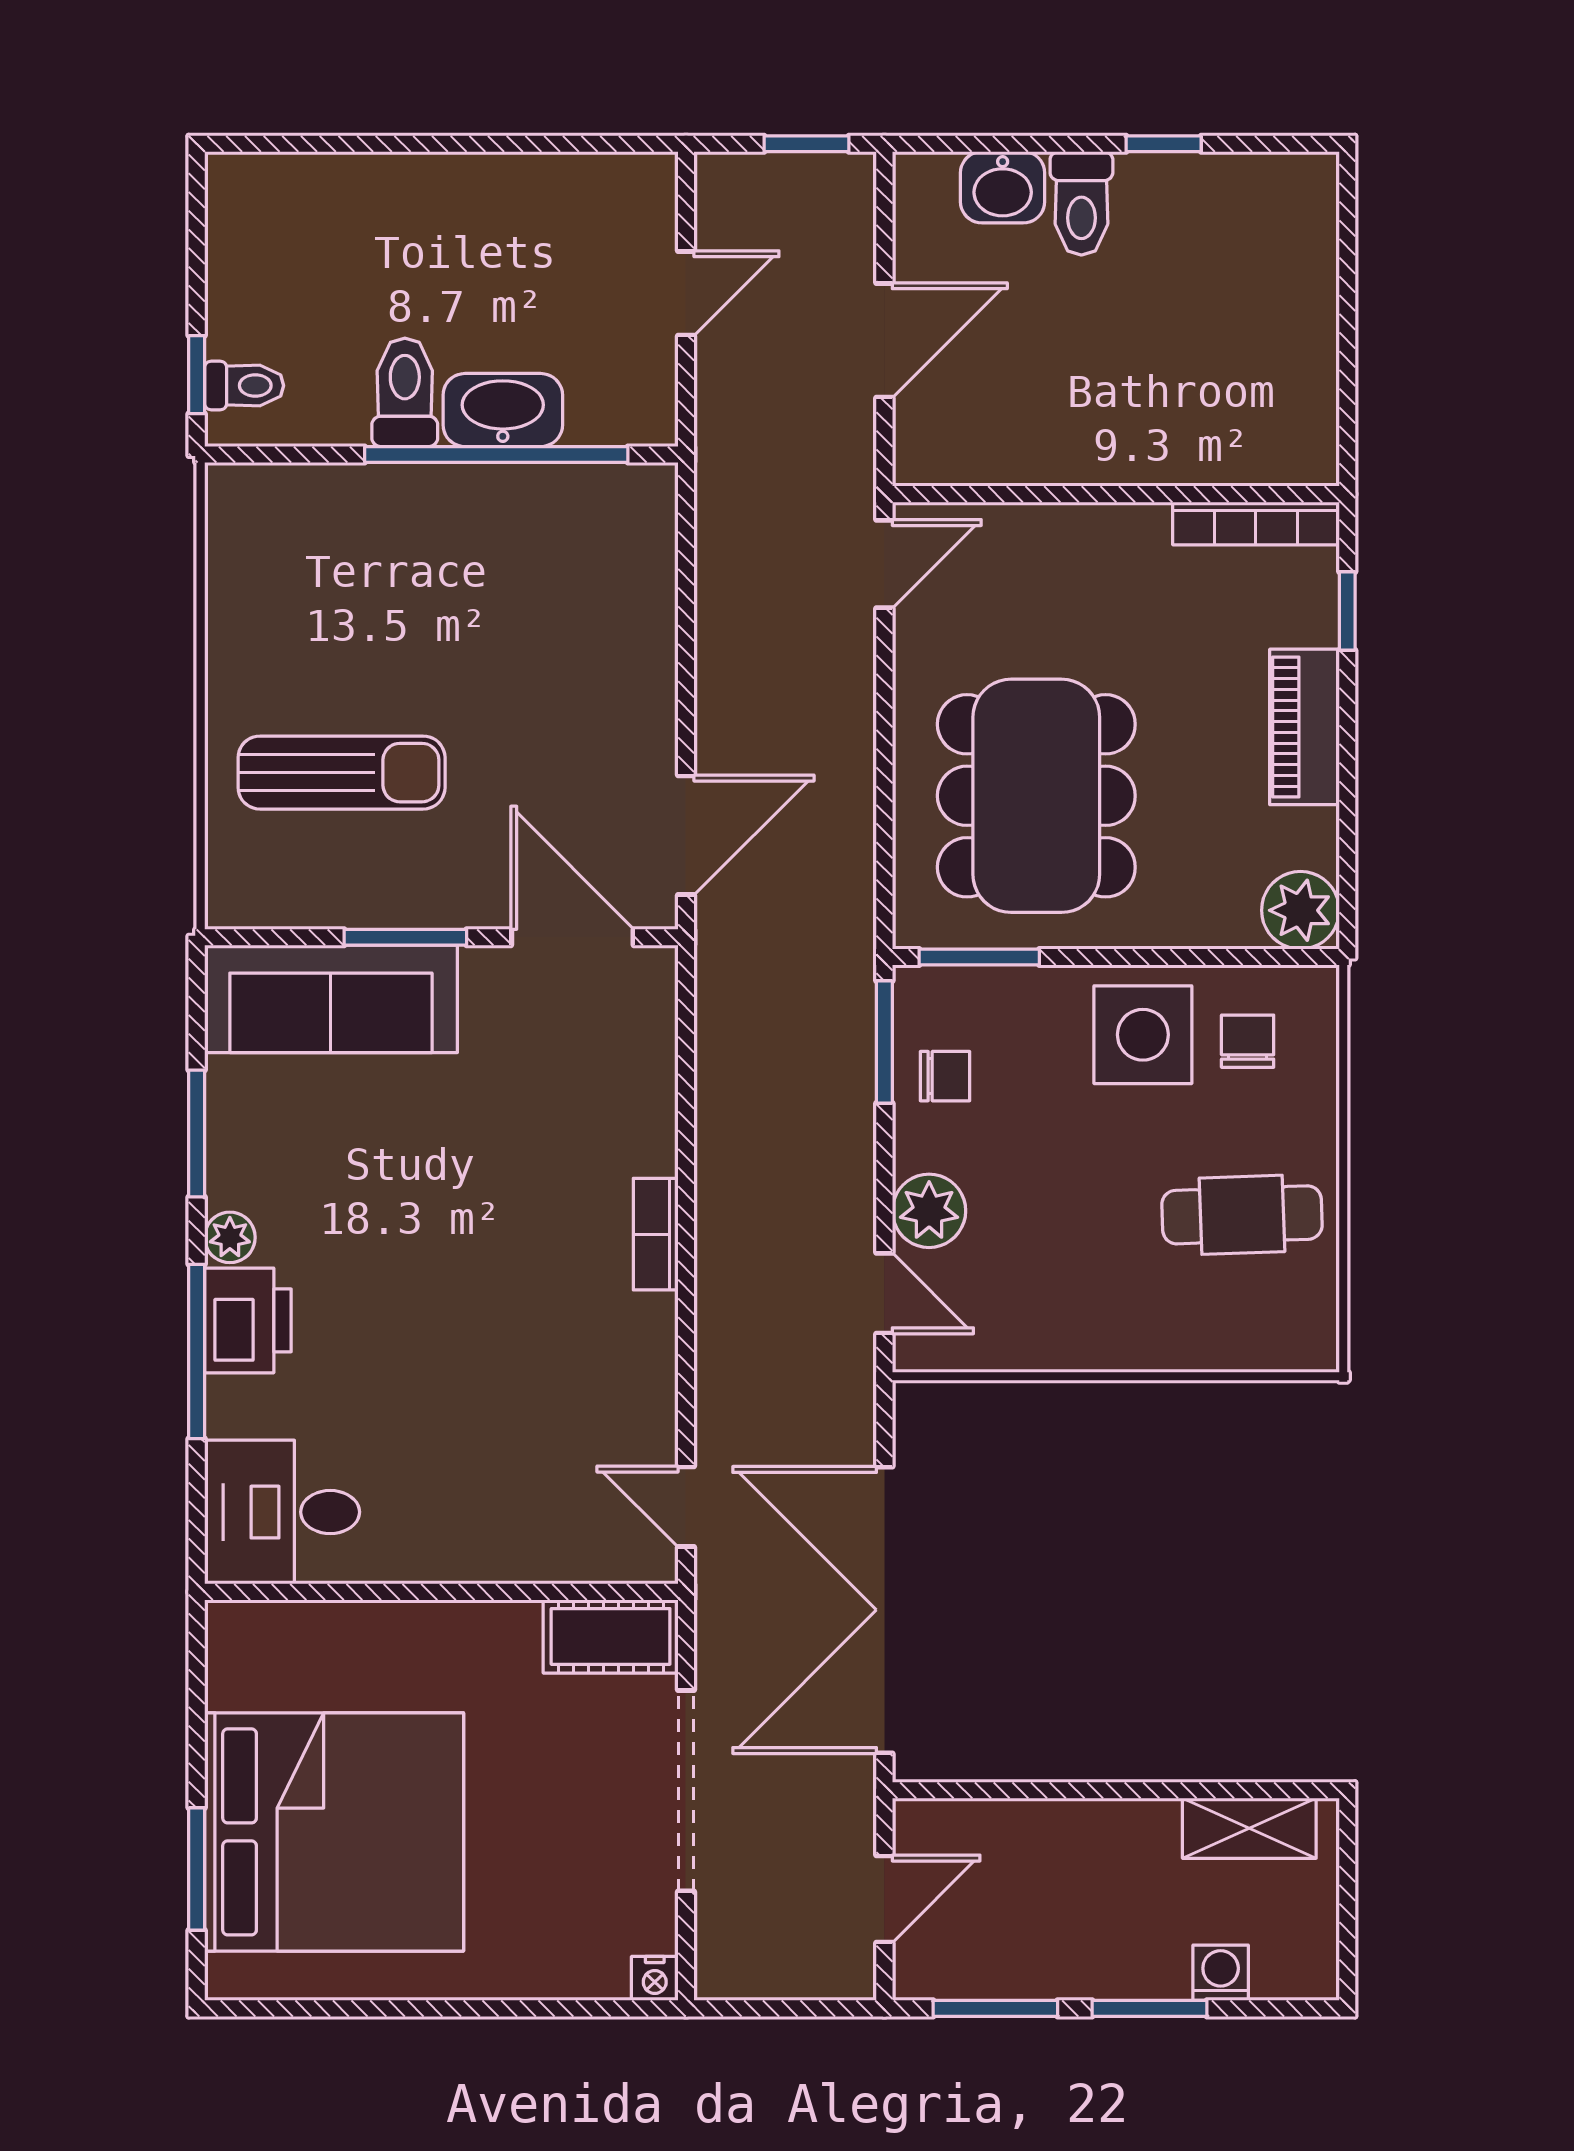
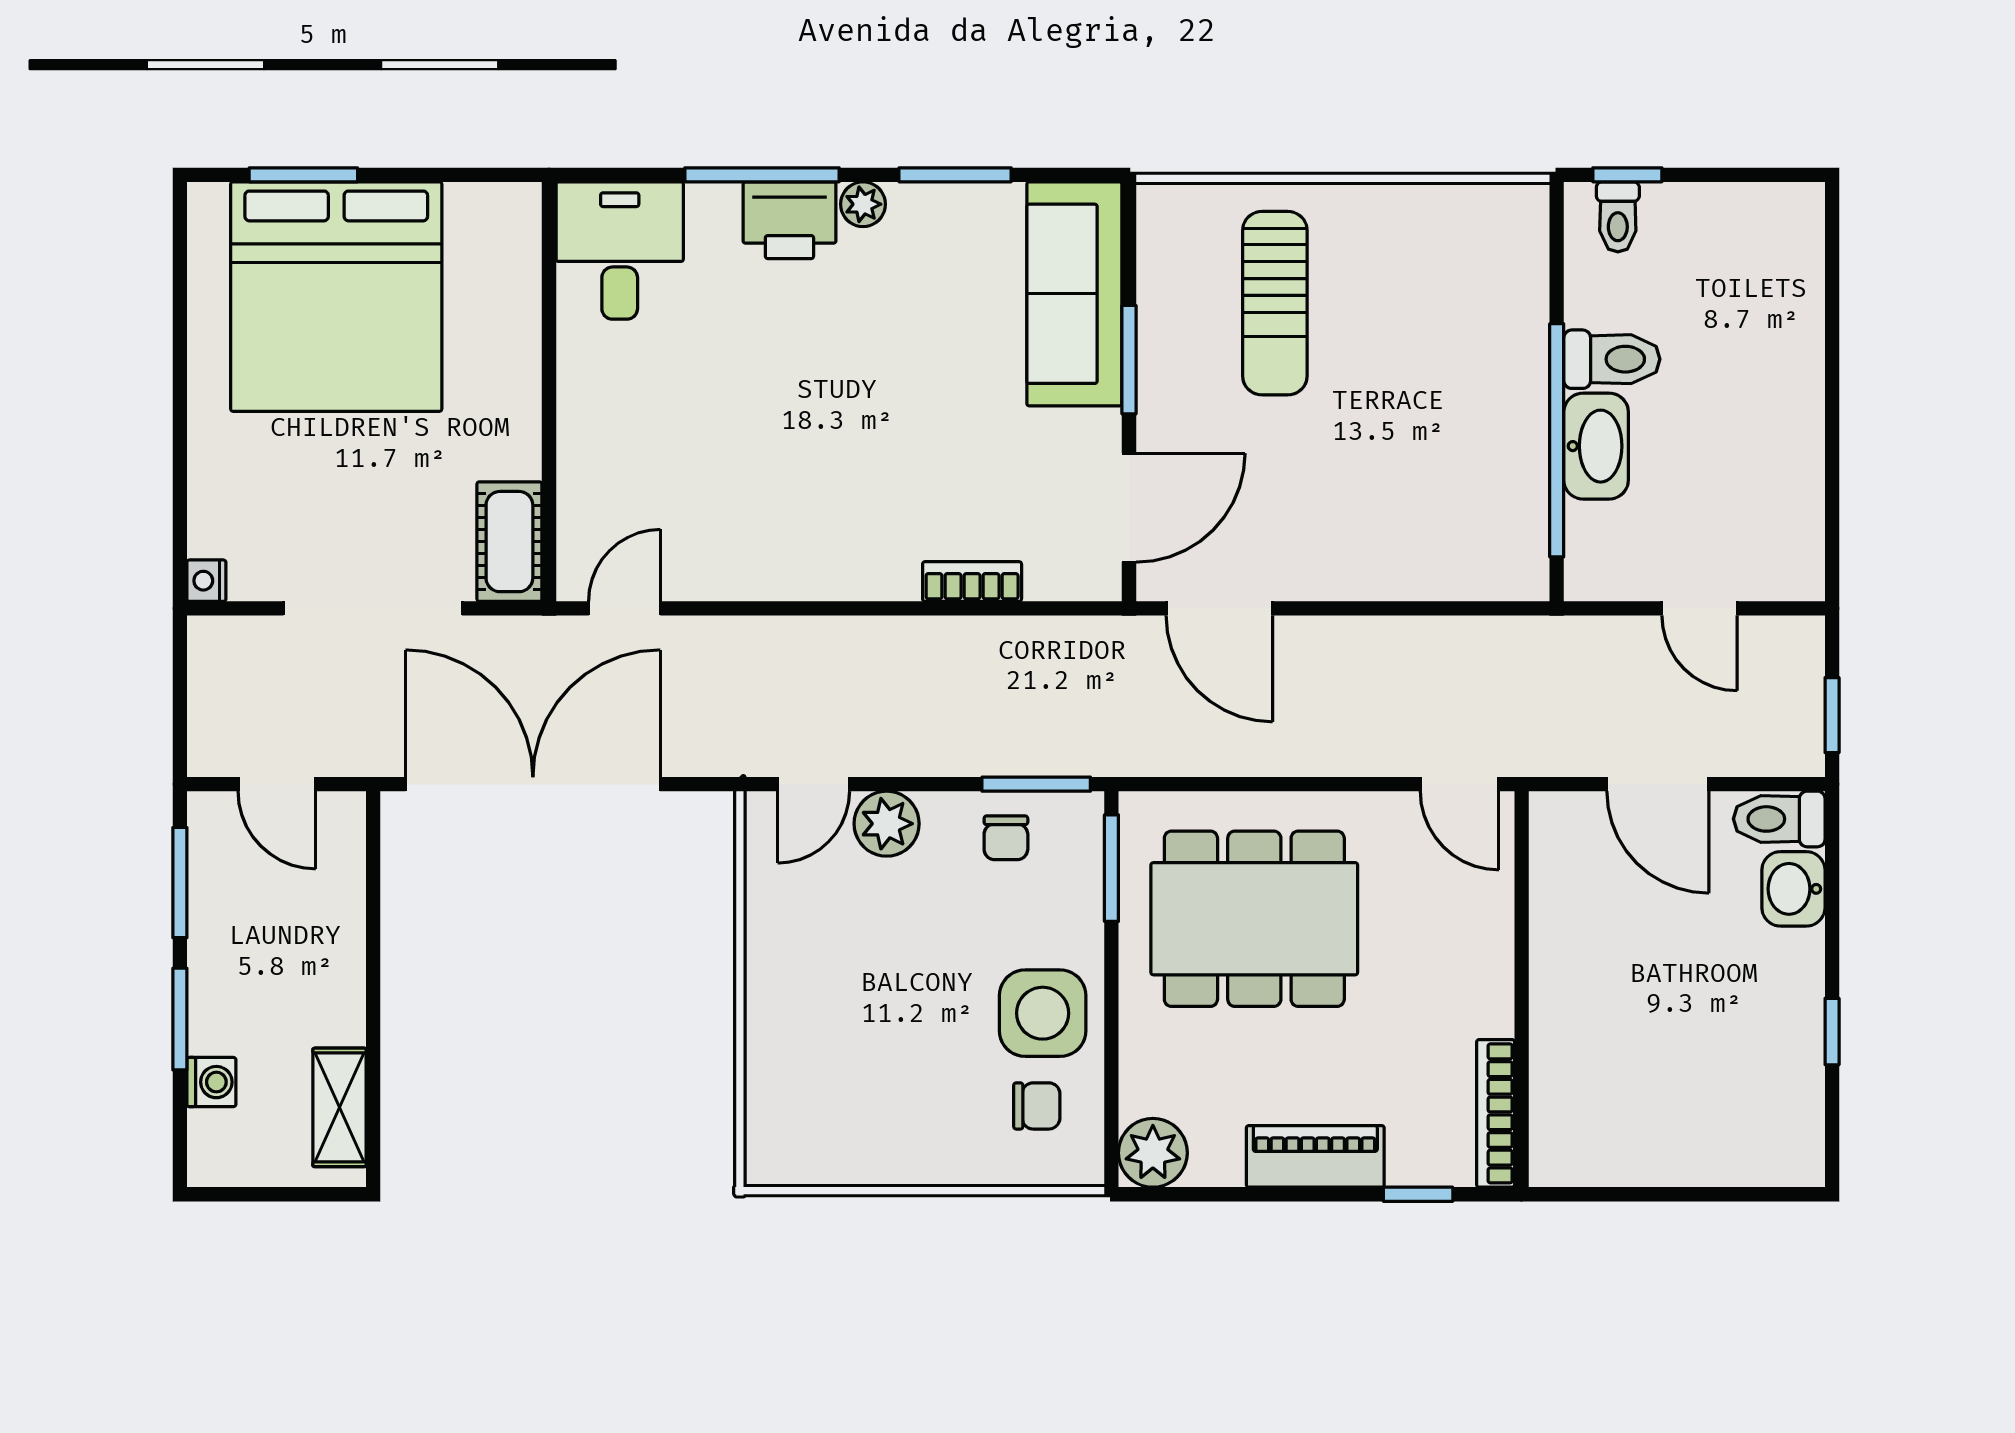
toilet: (1081, 203) -> (1779, 819), moved
cafe table: (1242, 1215) -> (883, 1101), removed
bookcase: (656, 1234) -> (972, 582), moved

